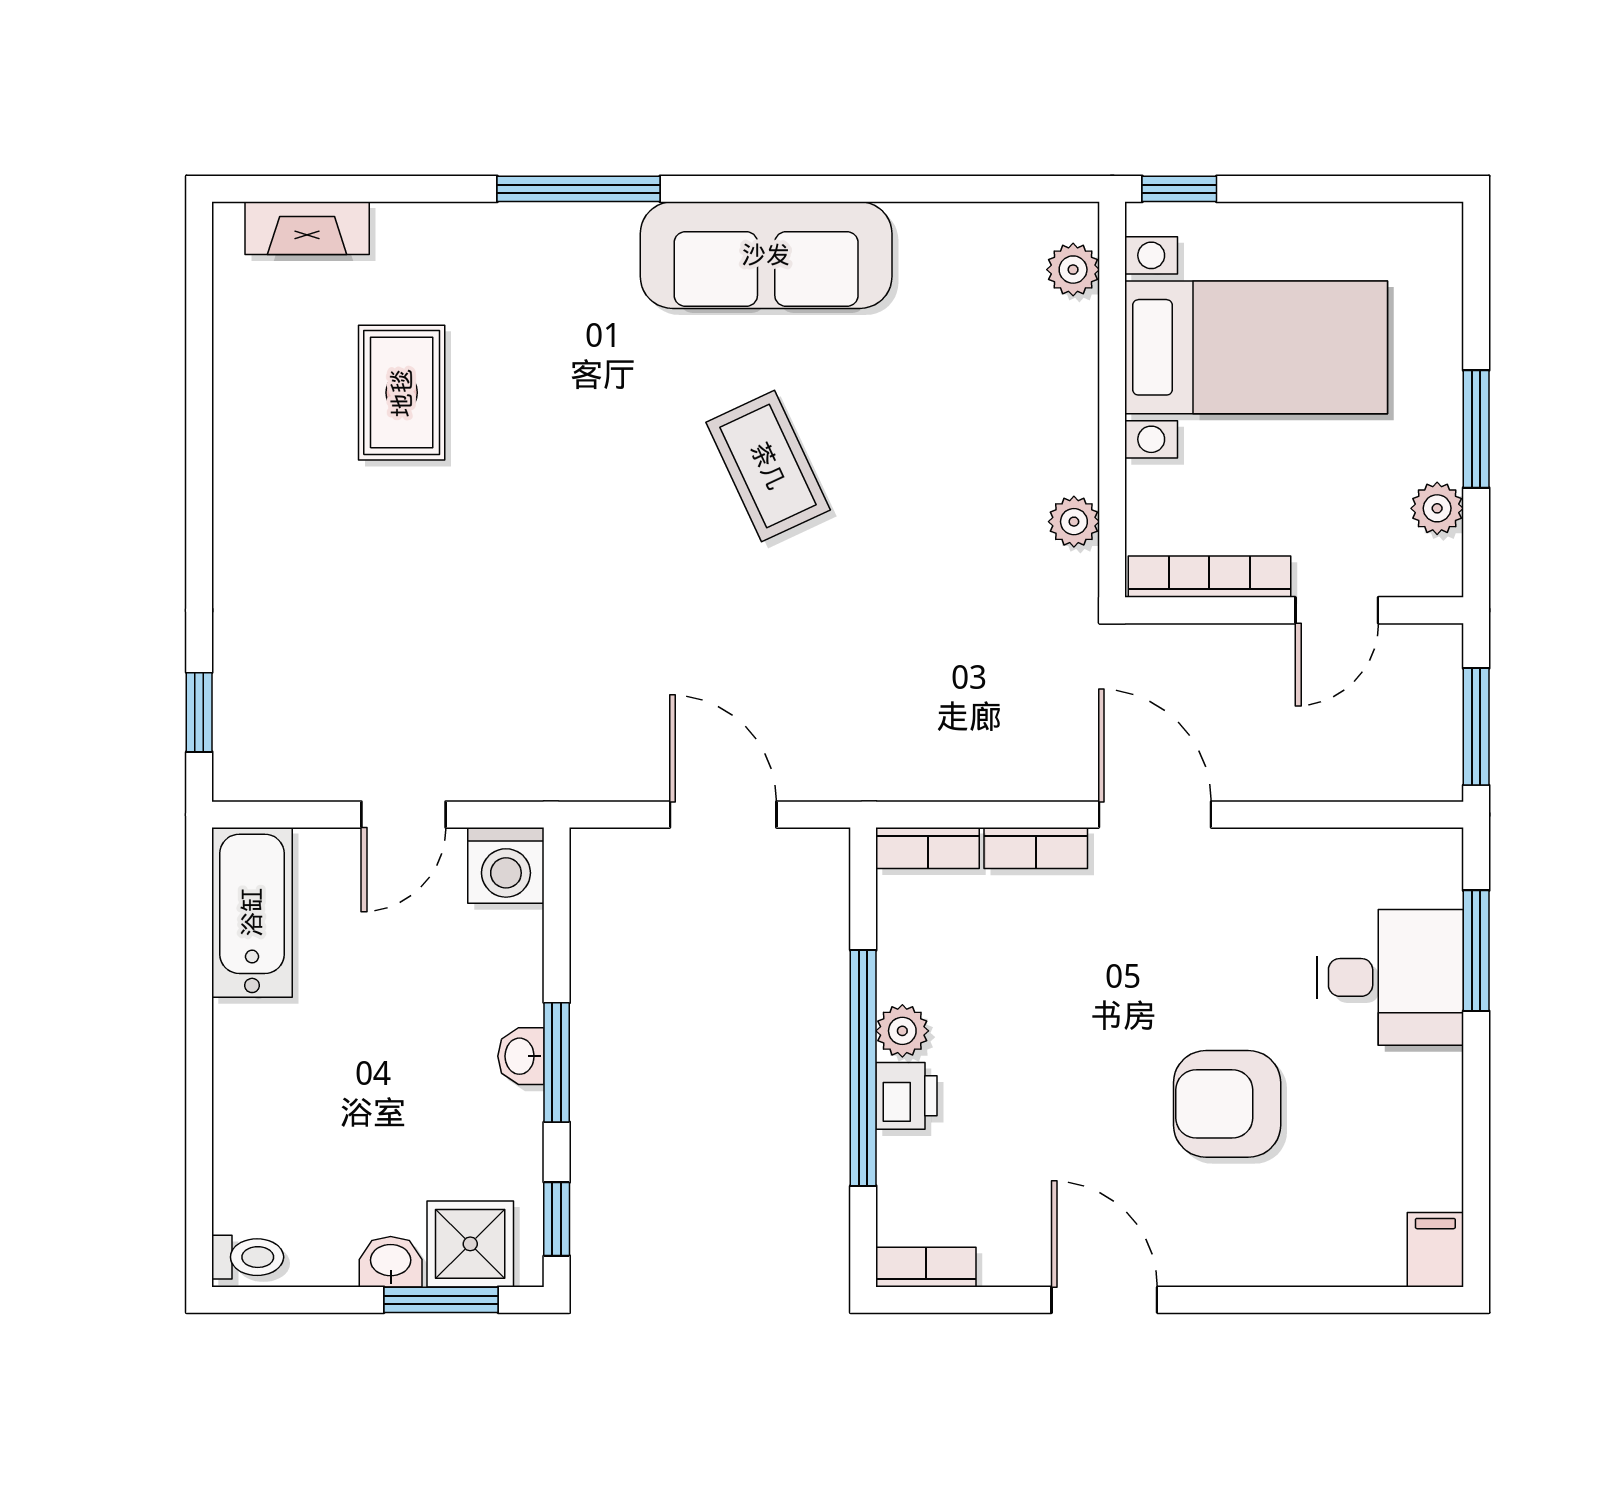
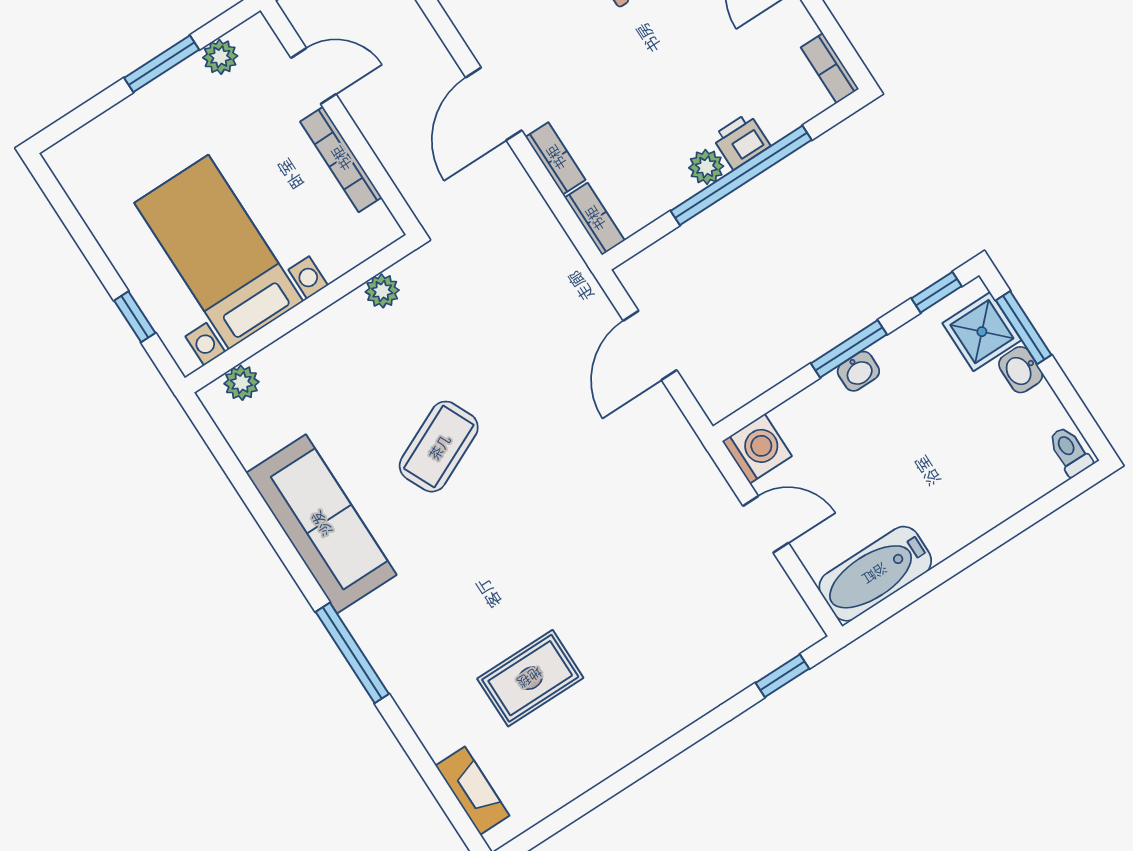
plant: (1073, 270) -> (241, 383), moved
bed with nightstands: (1256, 347) -> (219, 252), moved
wall: (1112, 400) -> (300, 314), moved
plant: (1074, 522) -> (382, 291), moved

